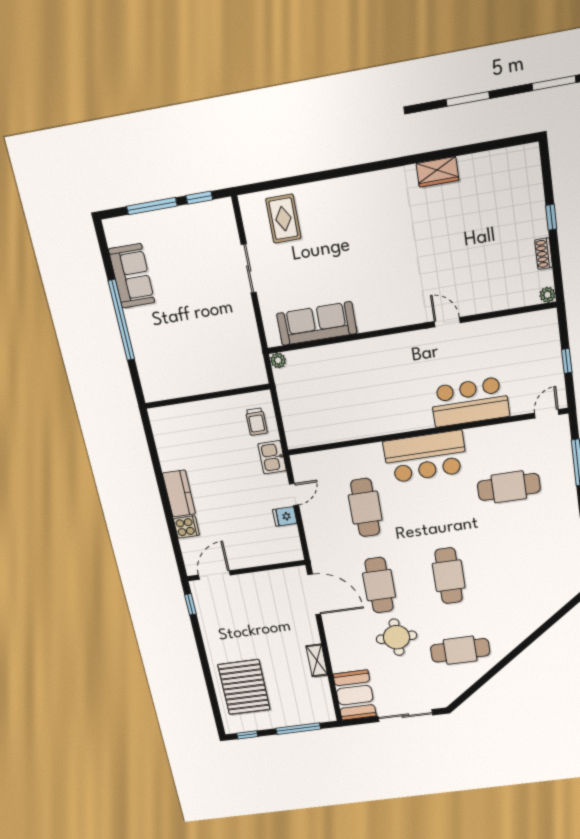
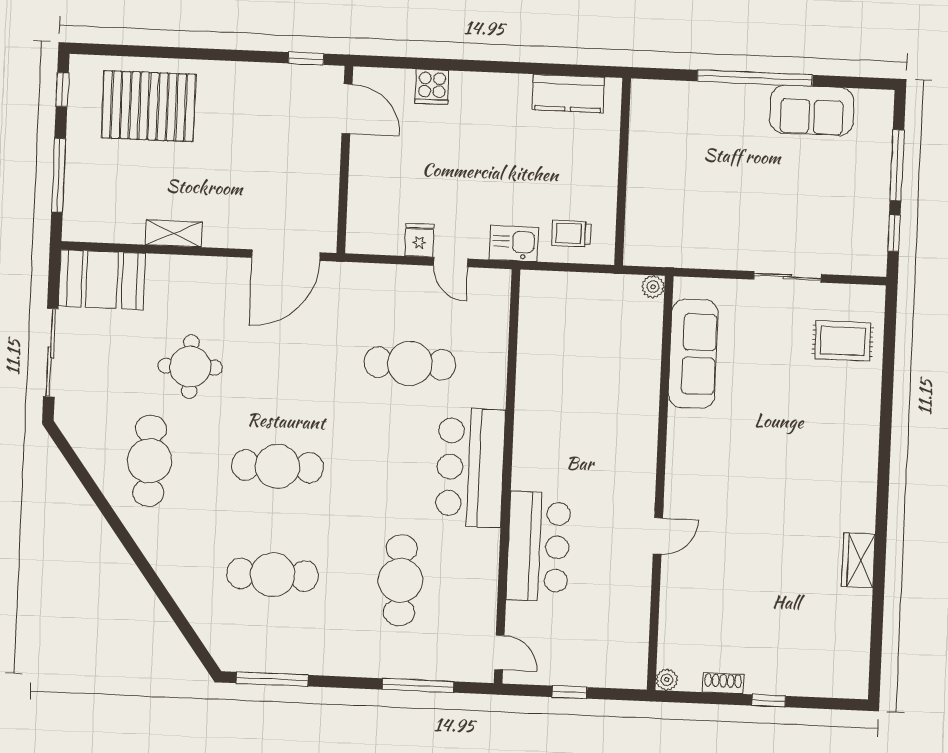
kitchen counter: (179, 494) -> (568, 93), moved
cafe table: (379, 585) -> (273, 575), moved

